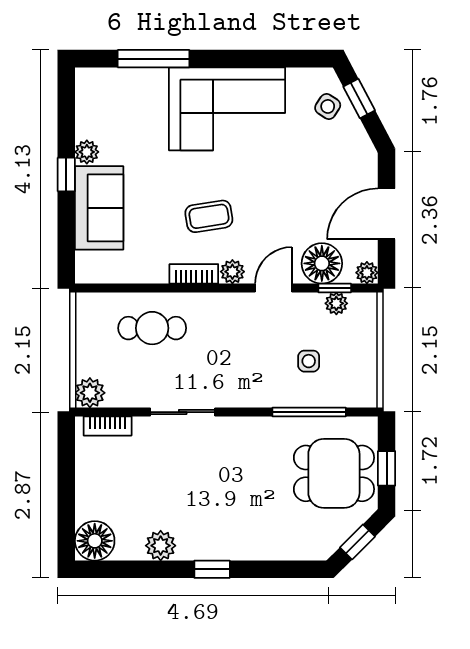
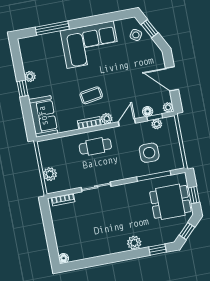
sofa: (99, 208) -> (43, 116), moved
door: (387, 214) -> (172, 79), hinge flipped
floor lamp: (322, 263) -> (148, 111), width x0.53, depth x0.53
cafe table: (152, 328) -> (95, 146), moved
side table: (309, 361) -> (149, 153), width x1.87, depth x1.87
plant: (90, 393) -> (50, 174), moved
floor lamp: (95, 541) -> (64, 258), width x0.53, depth x0.53
plant: (161, 546) -> (134, 243), moved
window: (212, 569) -> (158, 250), moved

